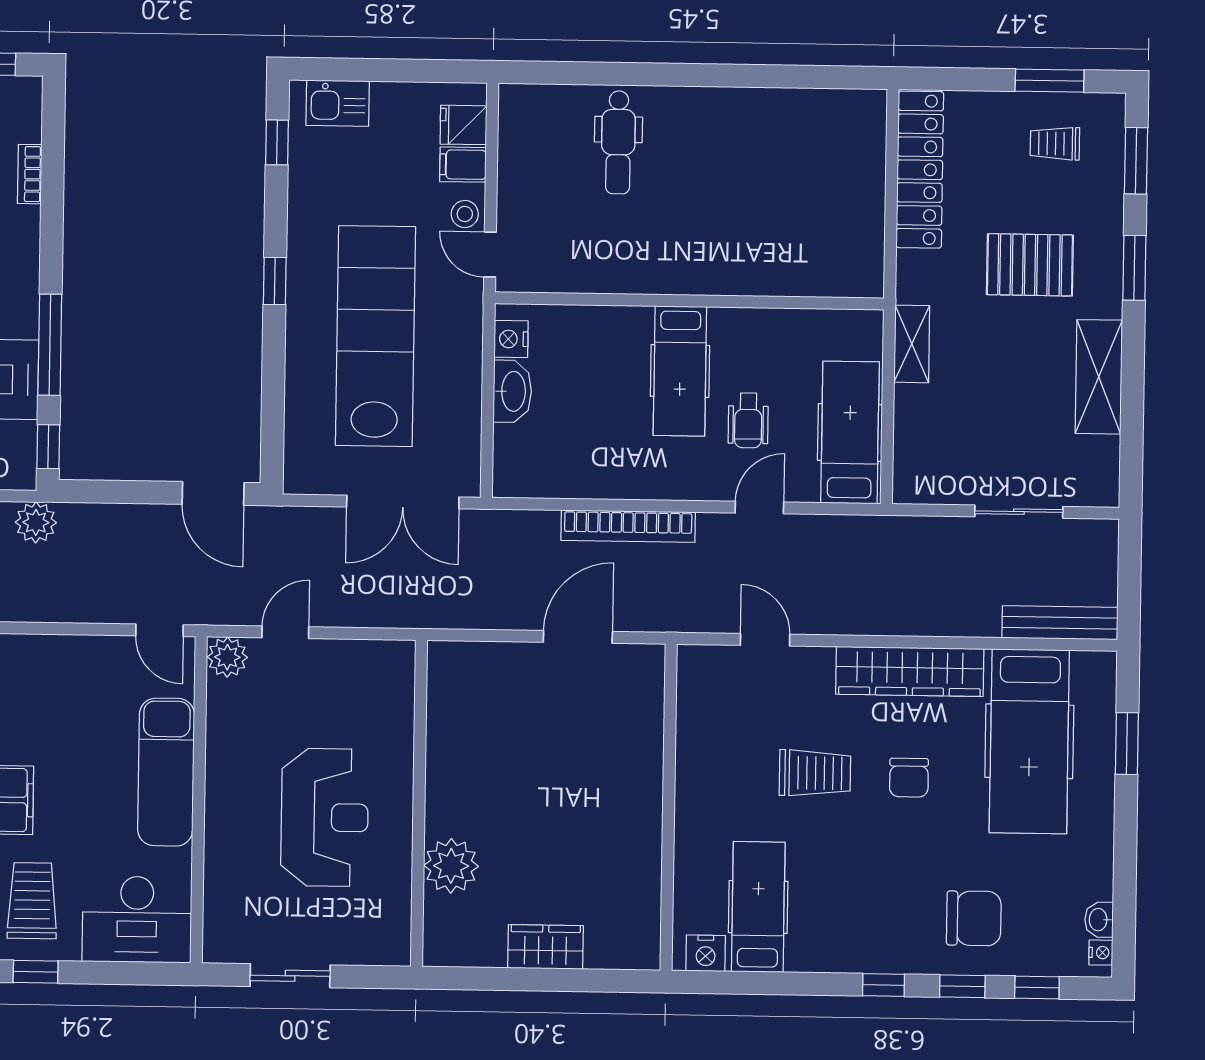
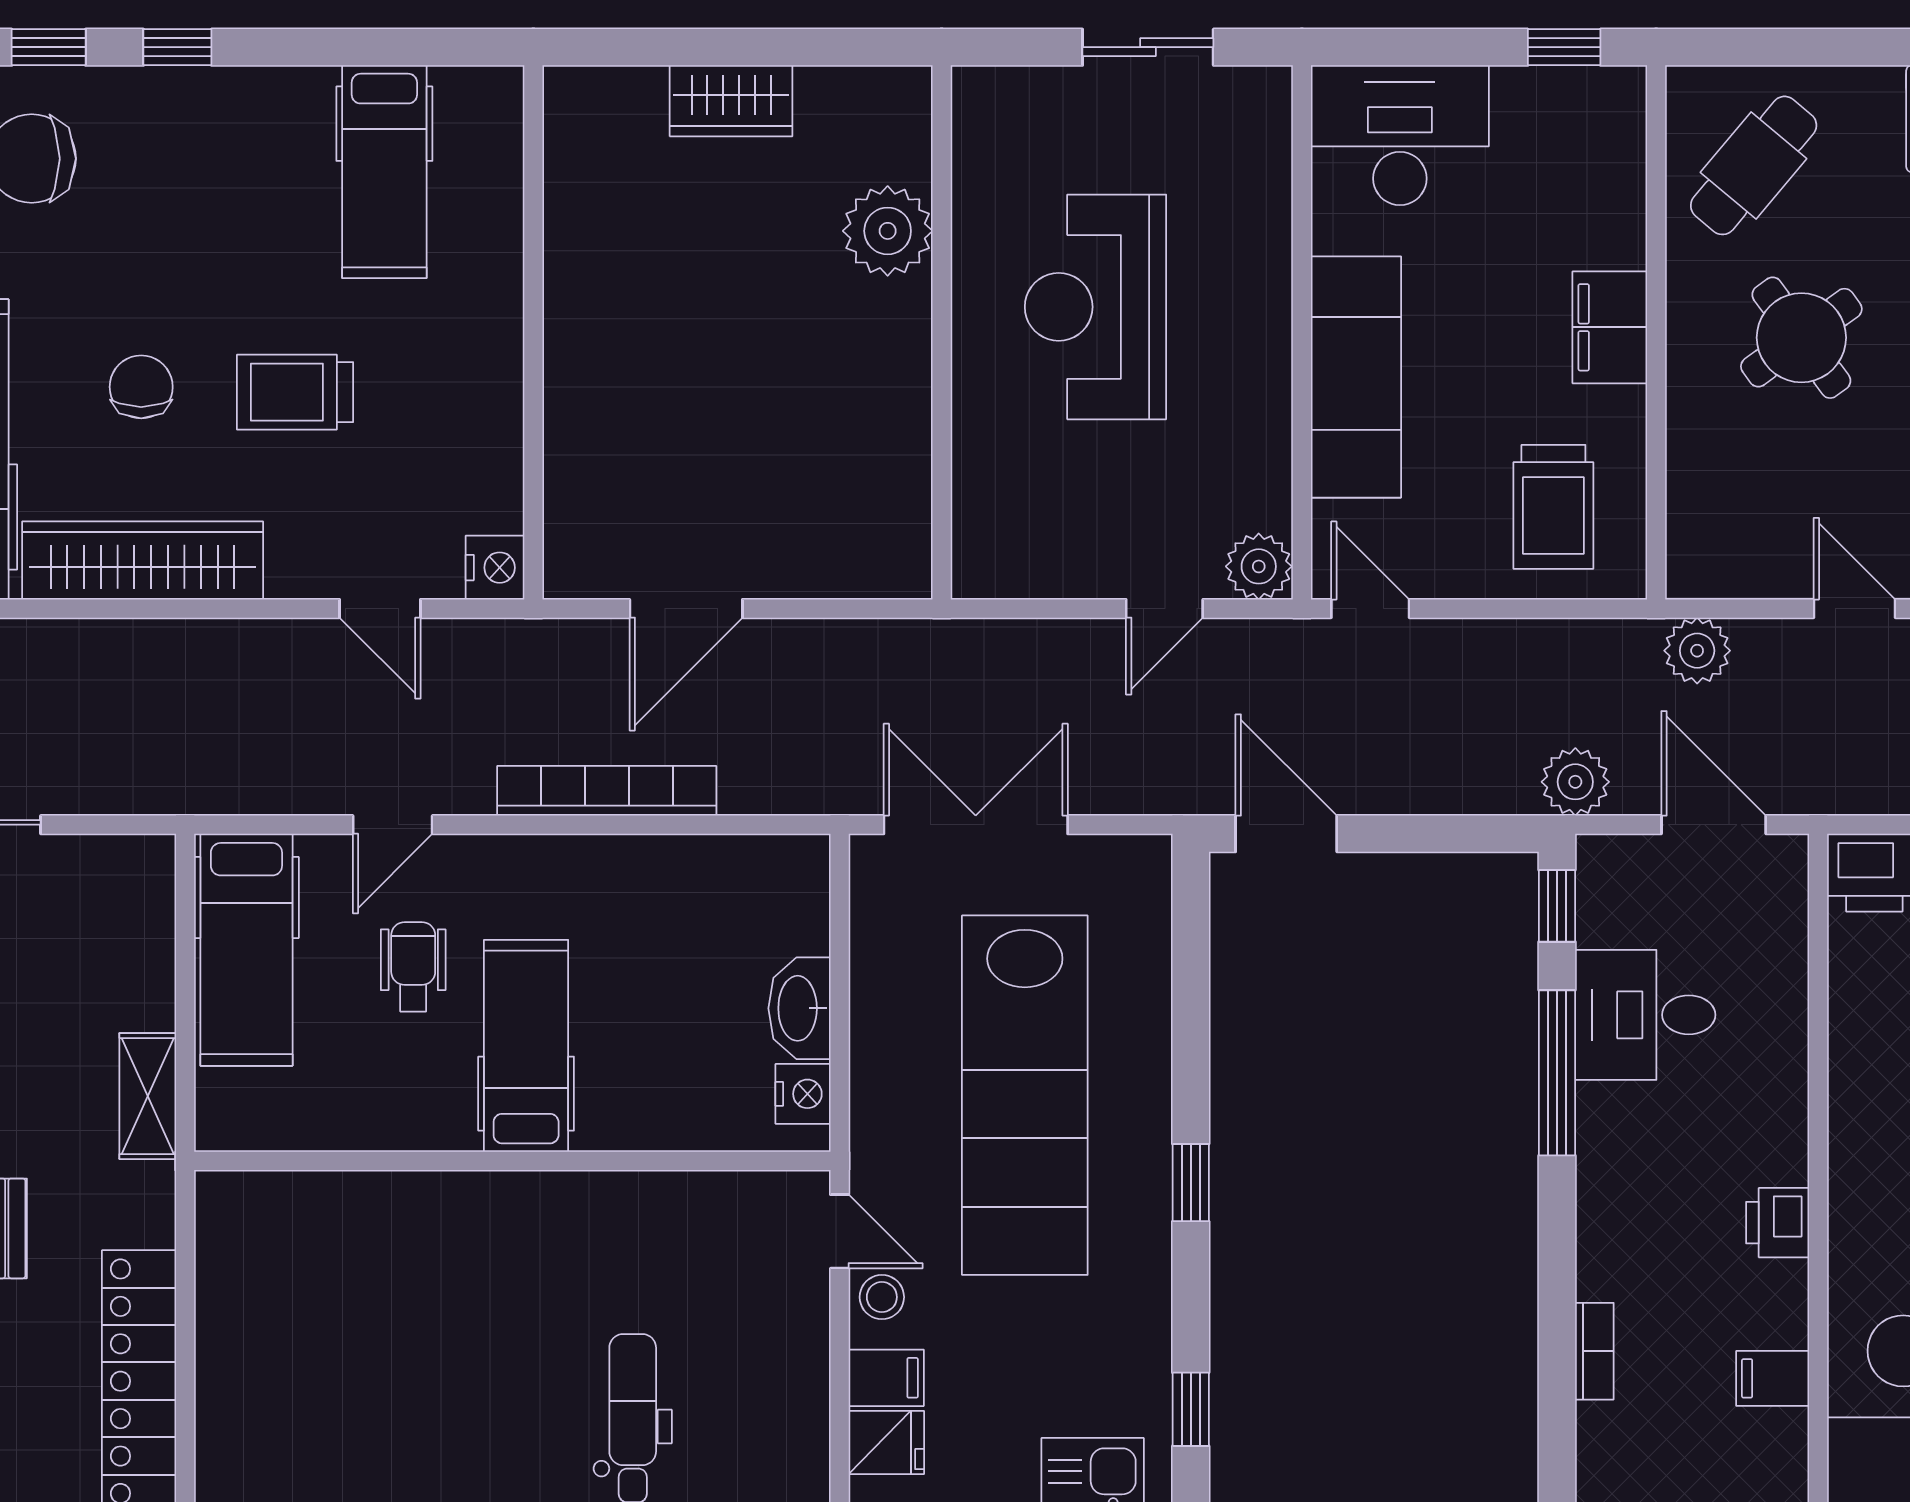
trolley: (32, 901) -> (1553, 507), moved
nightstand: (706, 953) -> (495, 568), moved, turned 90

